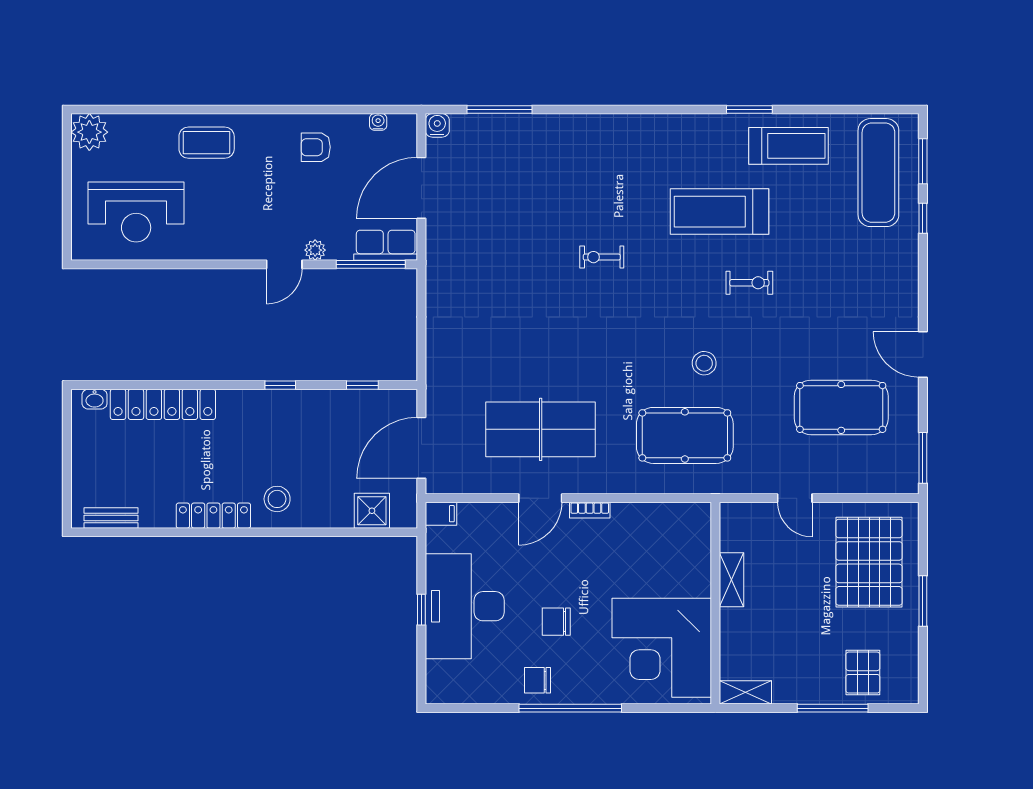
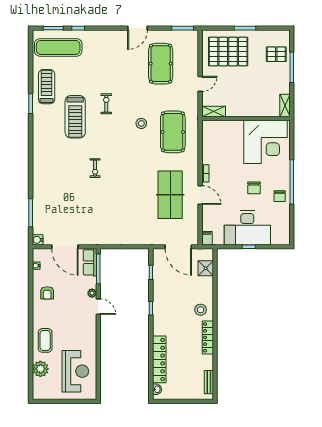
plant: (89, 132) -> (40, 369), moved
shelving: (732, 580) -> (214, 111), moved

